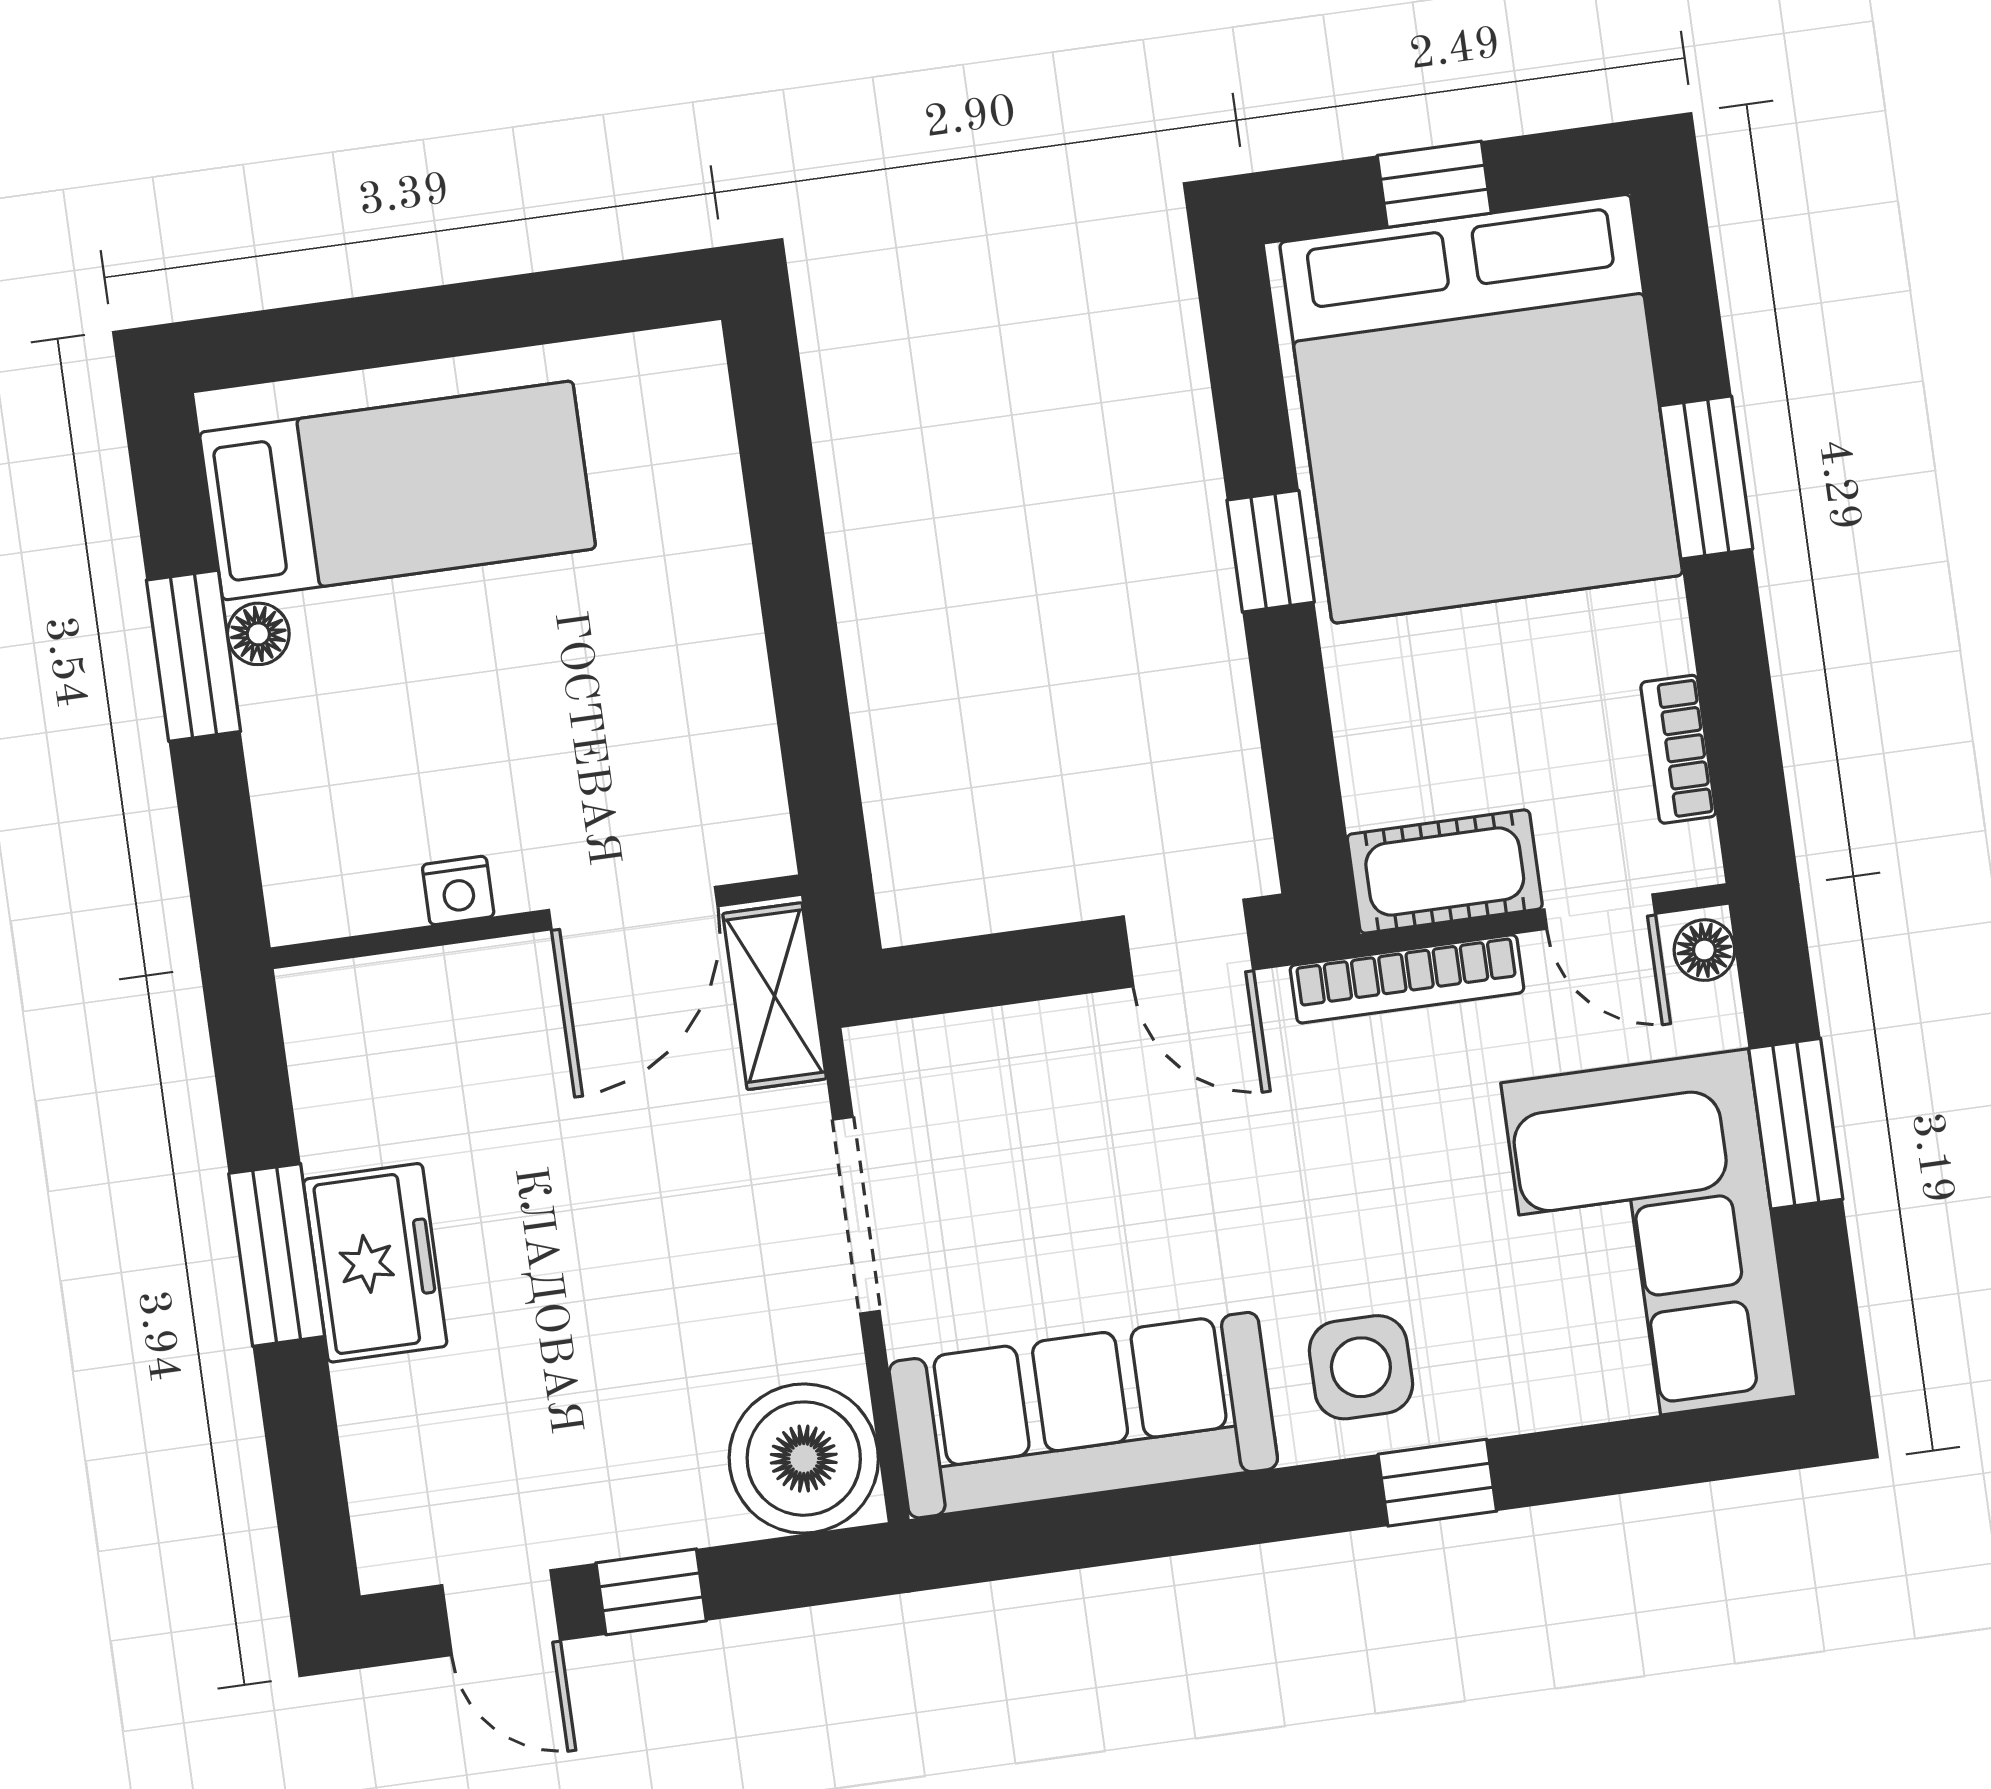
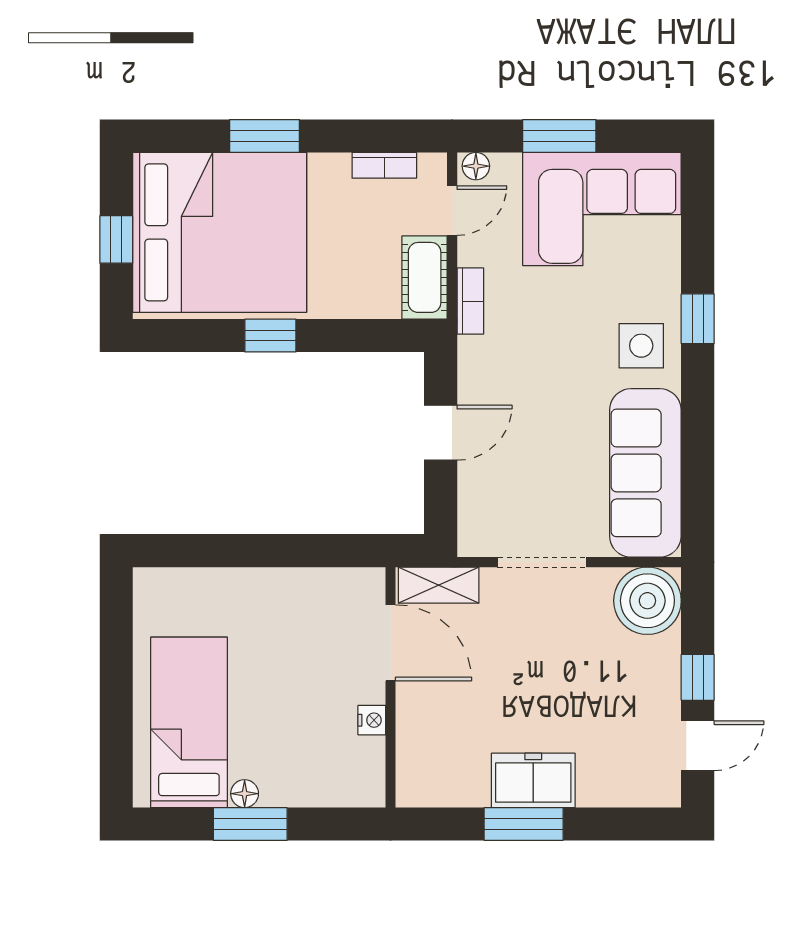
door: (1188, 943) -> (441, 433), moved
bookcase: (1407, 979) -> (470, 301), width x0.64

